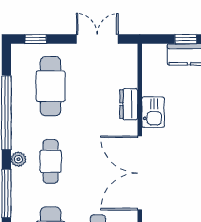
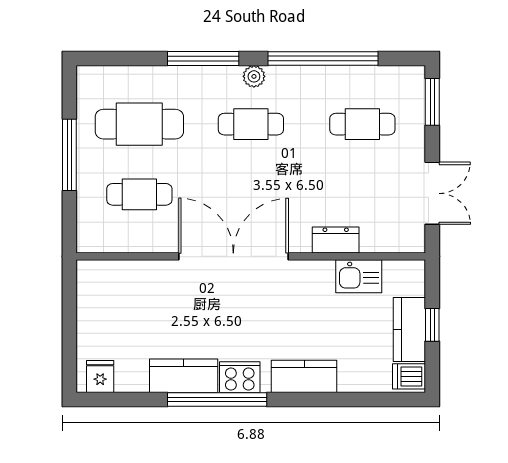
window: (36, 39) -> (432, 102), width x1.50
cafe table: (51, 86) -> (362, 124), width x0.73, depth x0.74
kitchen sink: (153, 112) -> (359, 276), moved

